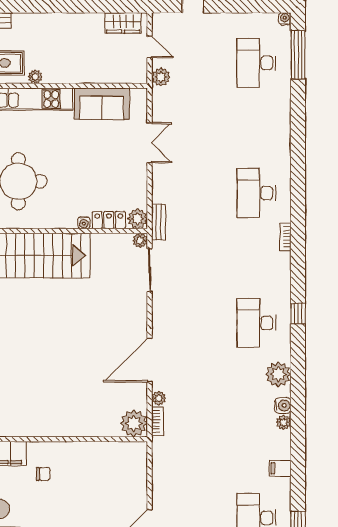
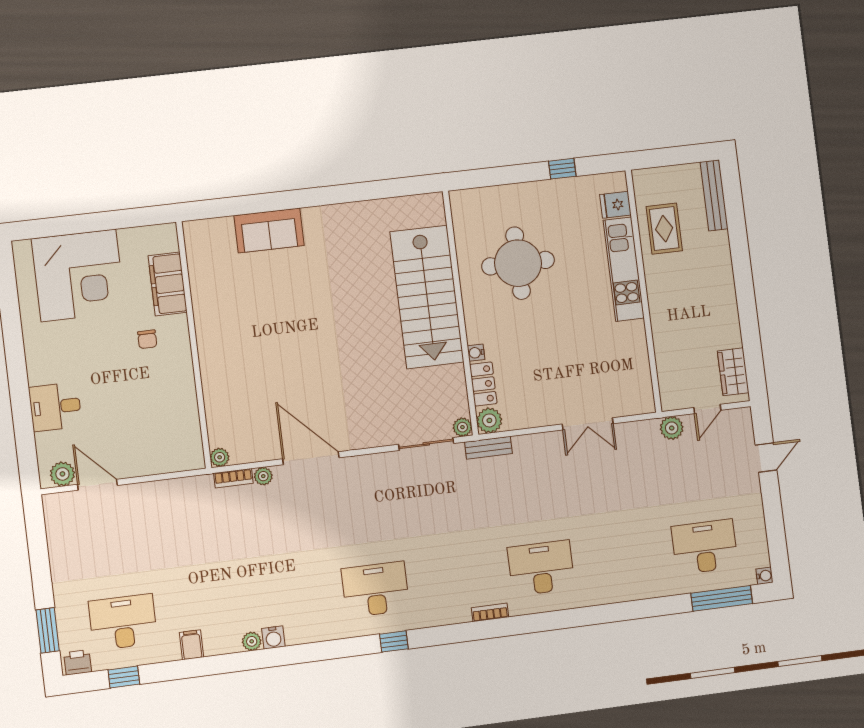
plant: (35, 77) -> (652, 269), removed
sofa: (102, 104) -> (629, 357), removed
plant: (278, 374) -> (313, 626), removed
plant: (134, 423) -> (220, 457), width x0.53, depth x0.53

